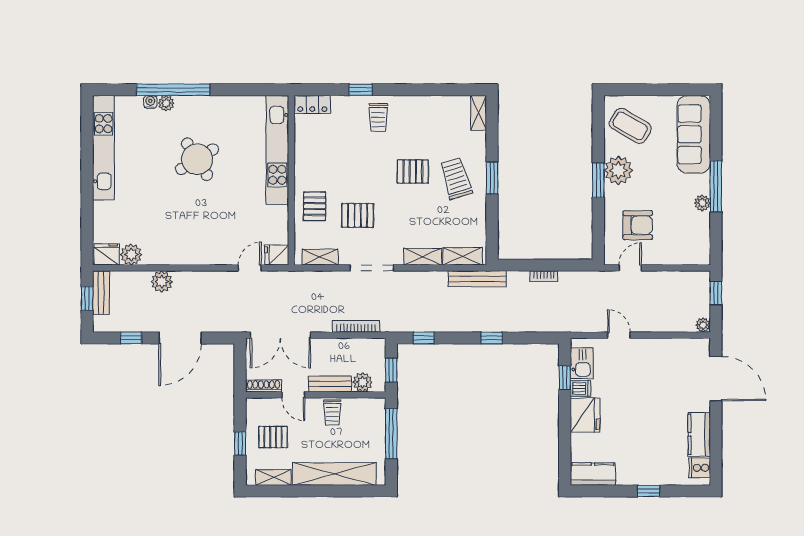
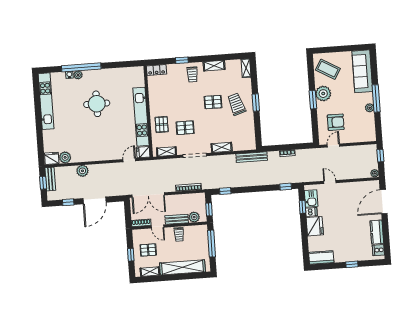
kitchen unit: (277, 150) -> (141, 117), moved
round table: (197, 159) -> (97, 104), turned 32
shelving: (463, 256) -> (214, 66), moved
window: (492, 338) -> (286, 187), moved
door: (716, 379) -> (384, 202), swing flipped

